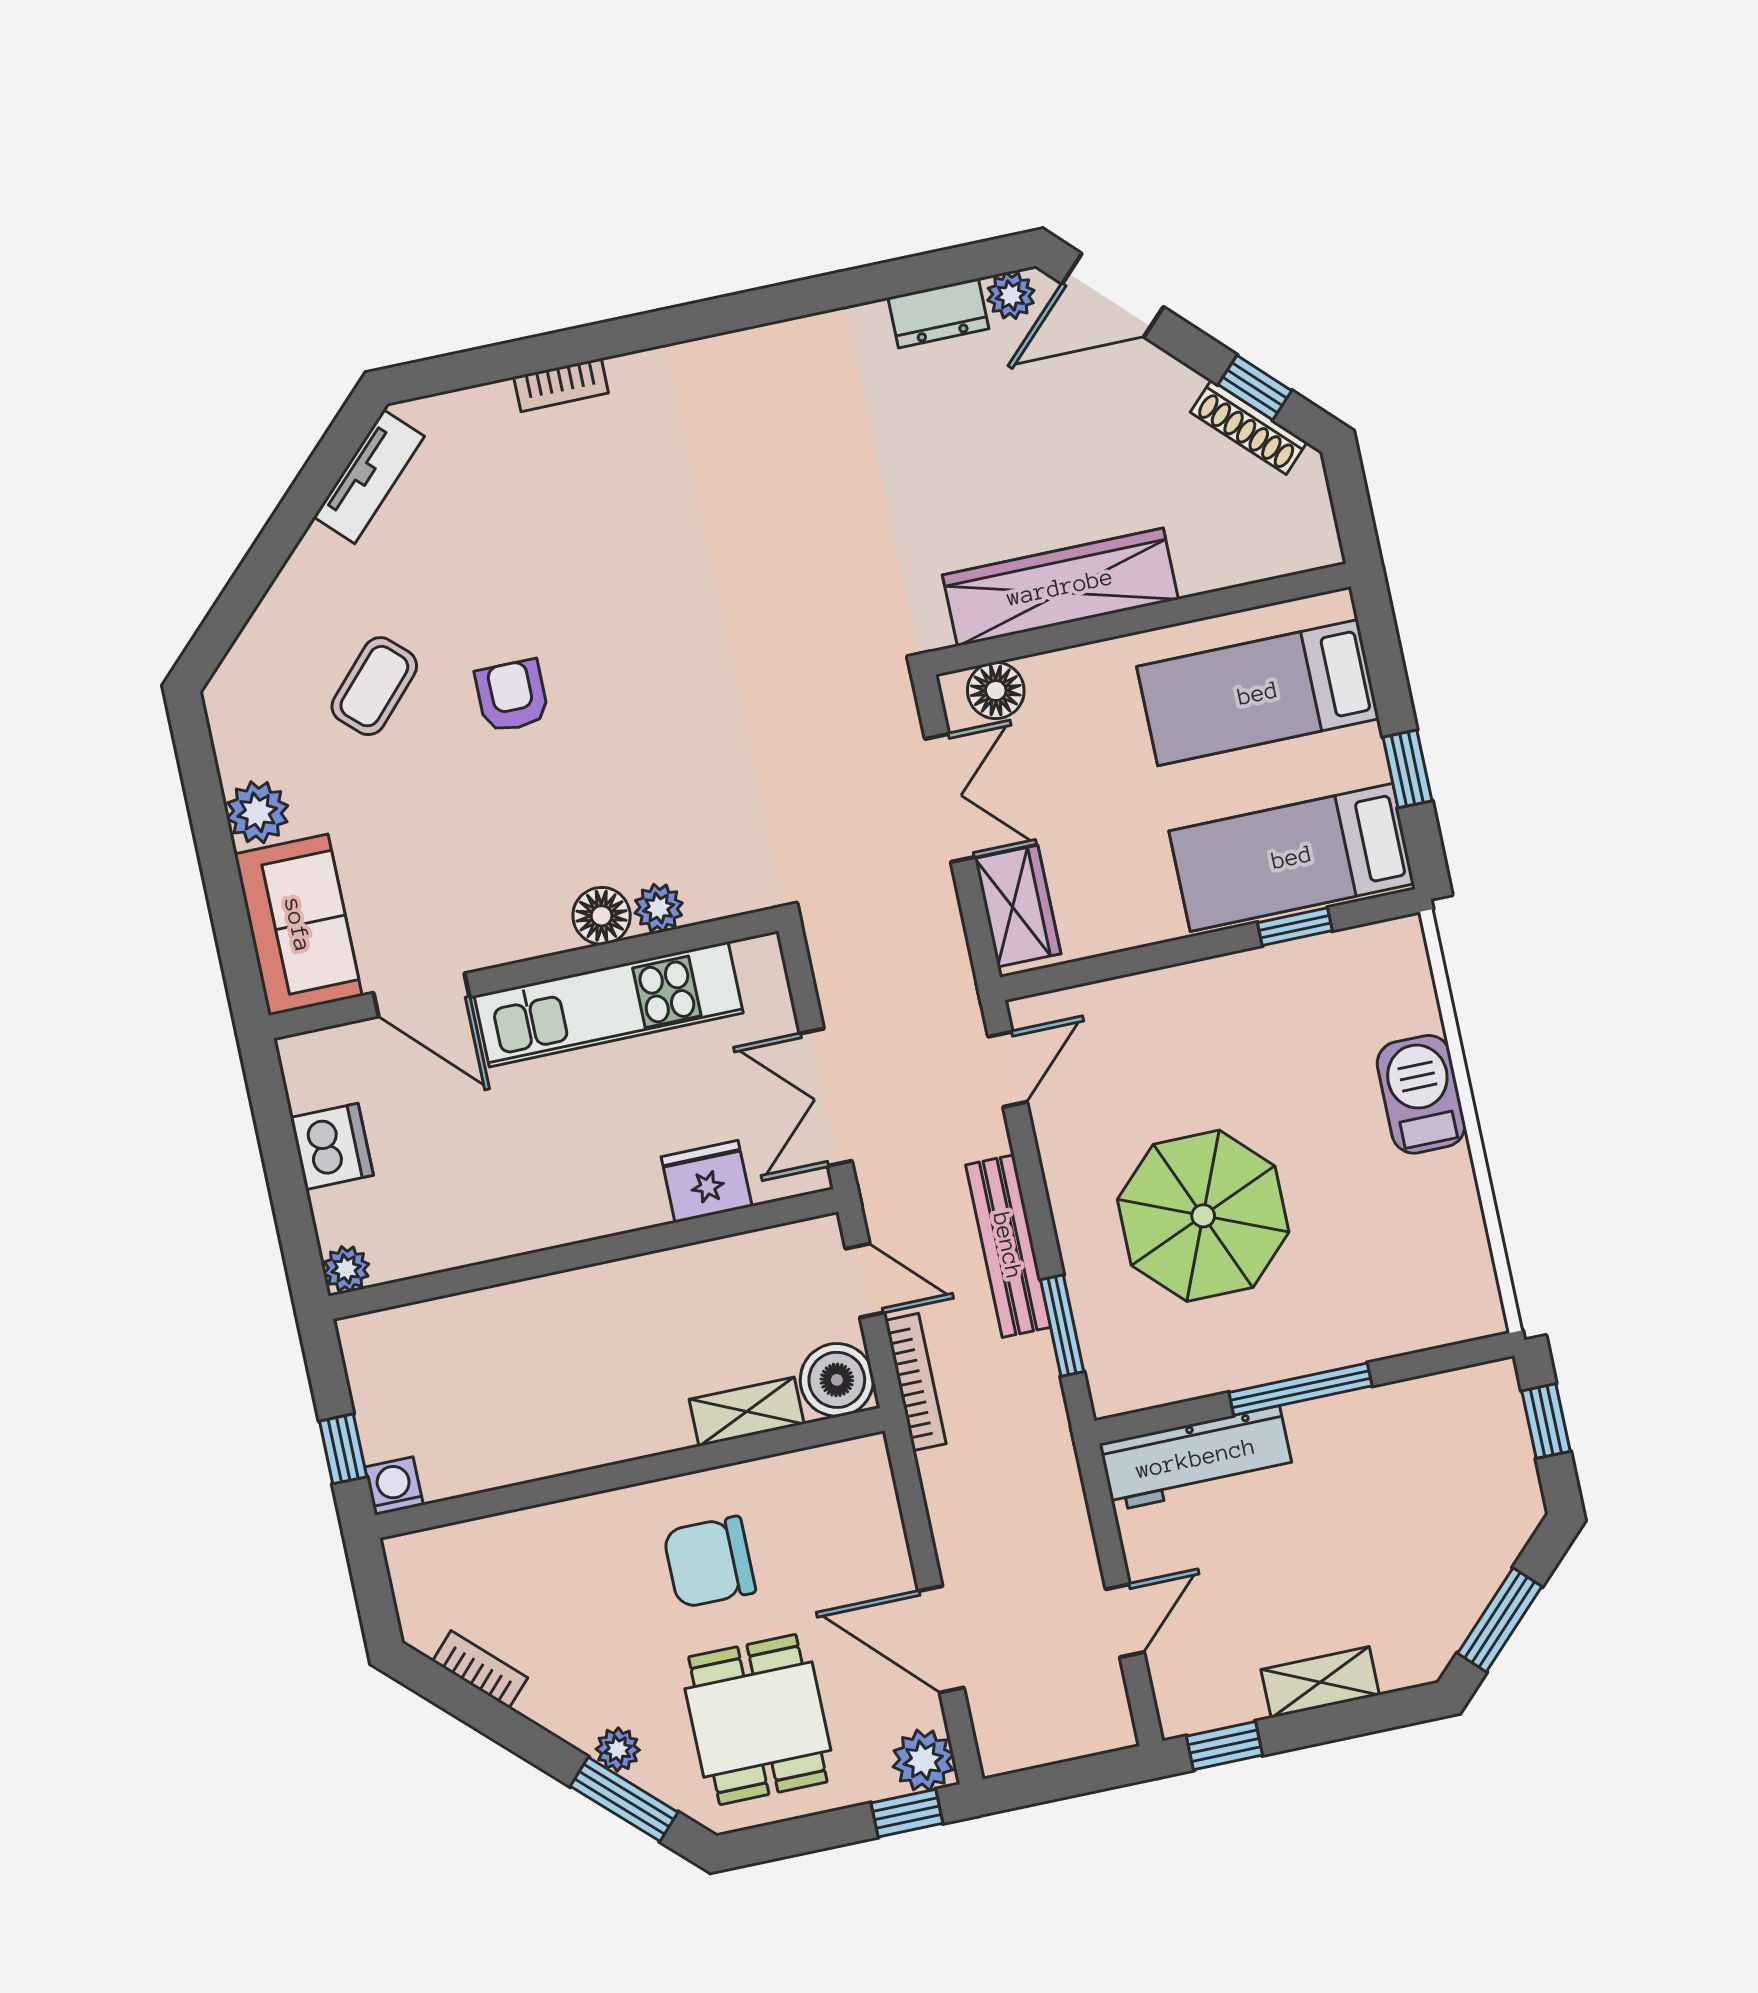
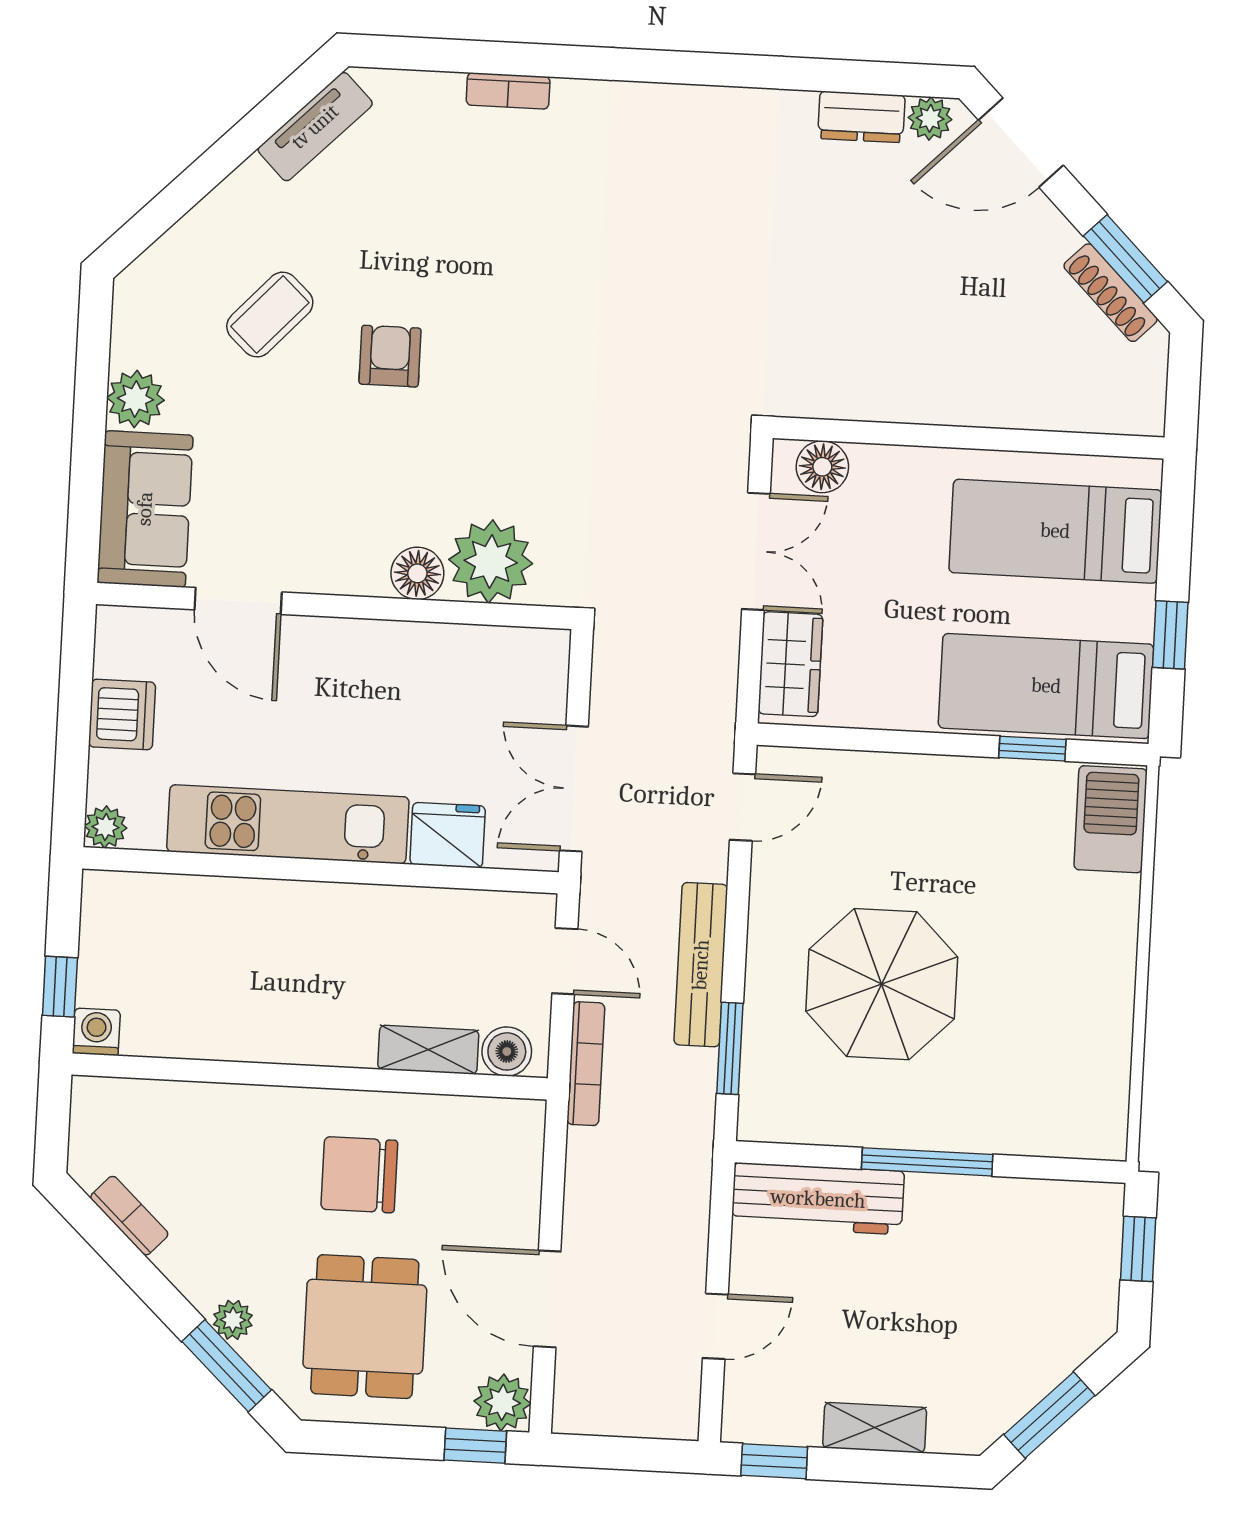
window: (1255, 388) -> (1125, 259), width x1.50
wardrobe: (1060, 587) -> (905, 390), removed
plant: (659, 908) -> (491, 561), width x1.88, depth x1.88
kitchen unit: (609, 1004) -> (288, 824), moved, turned 180
barbecue: (1421, 1094) -> (1111, 819), moved
boiler: (837, 1380) -> (507, 1051), width x0.73, depth x0.73

